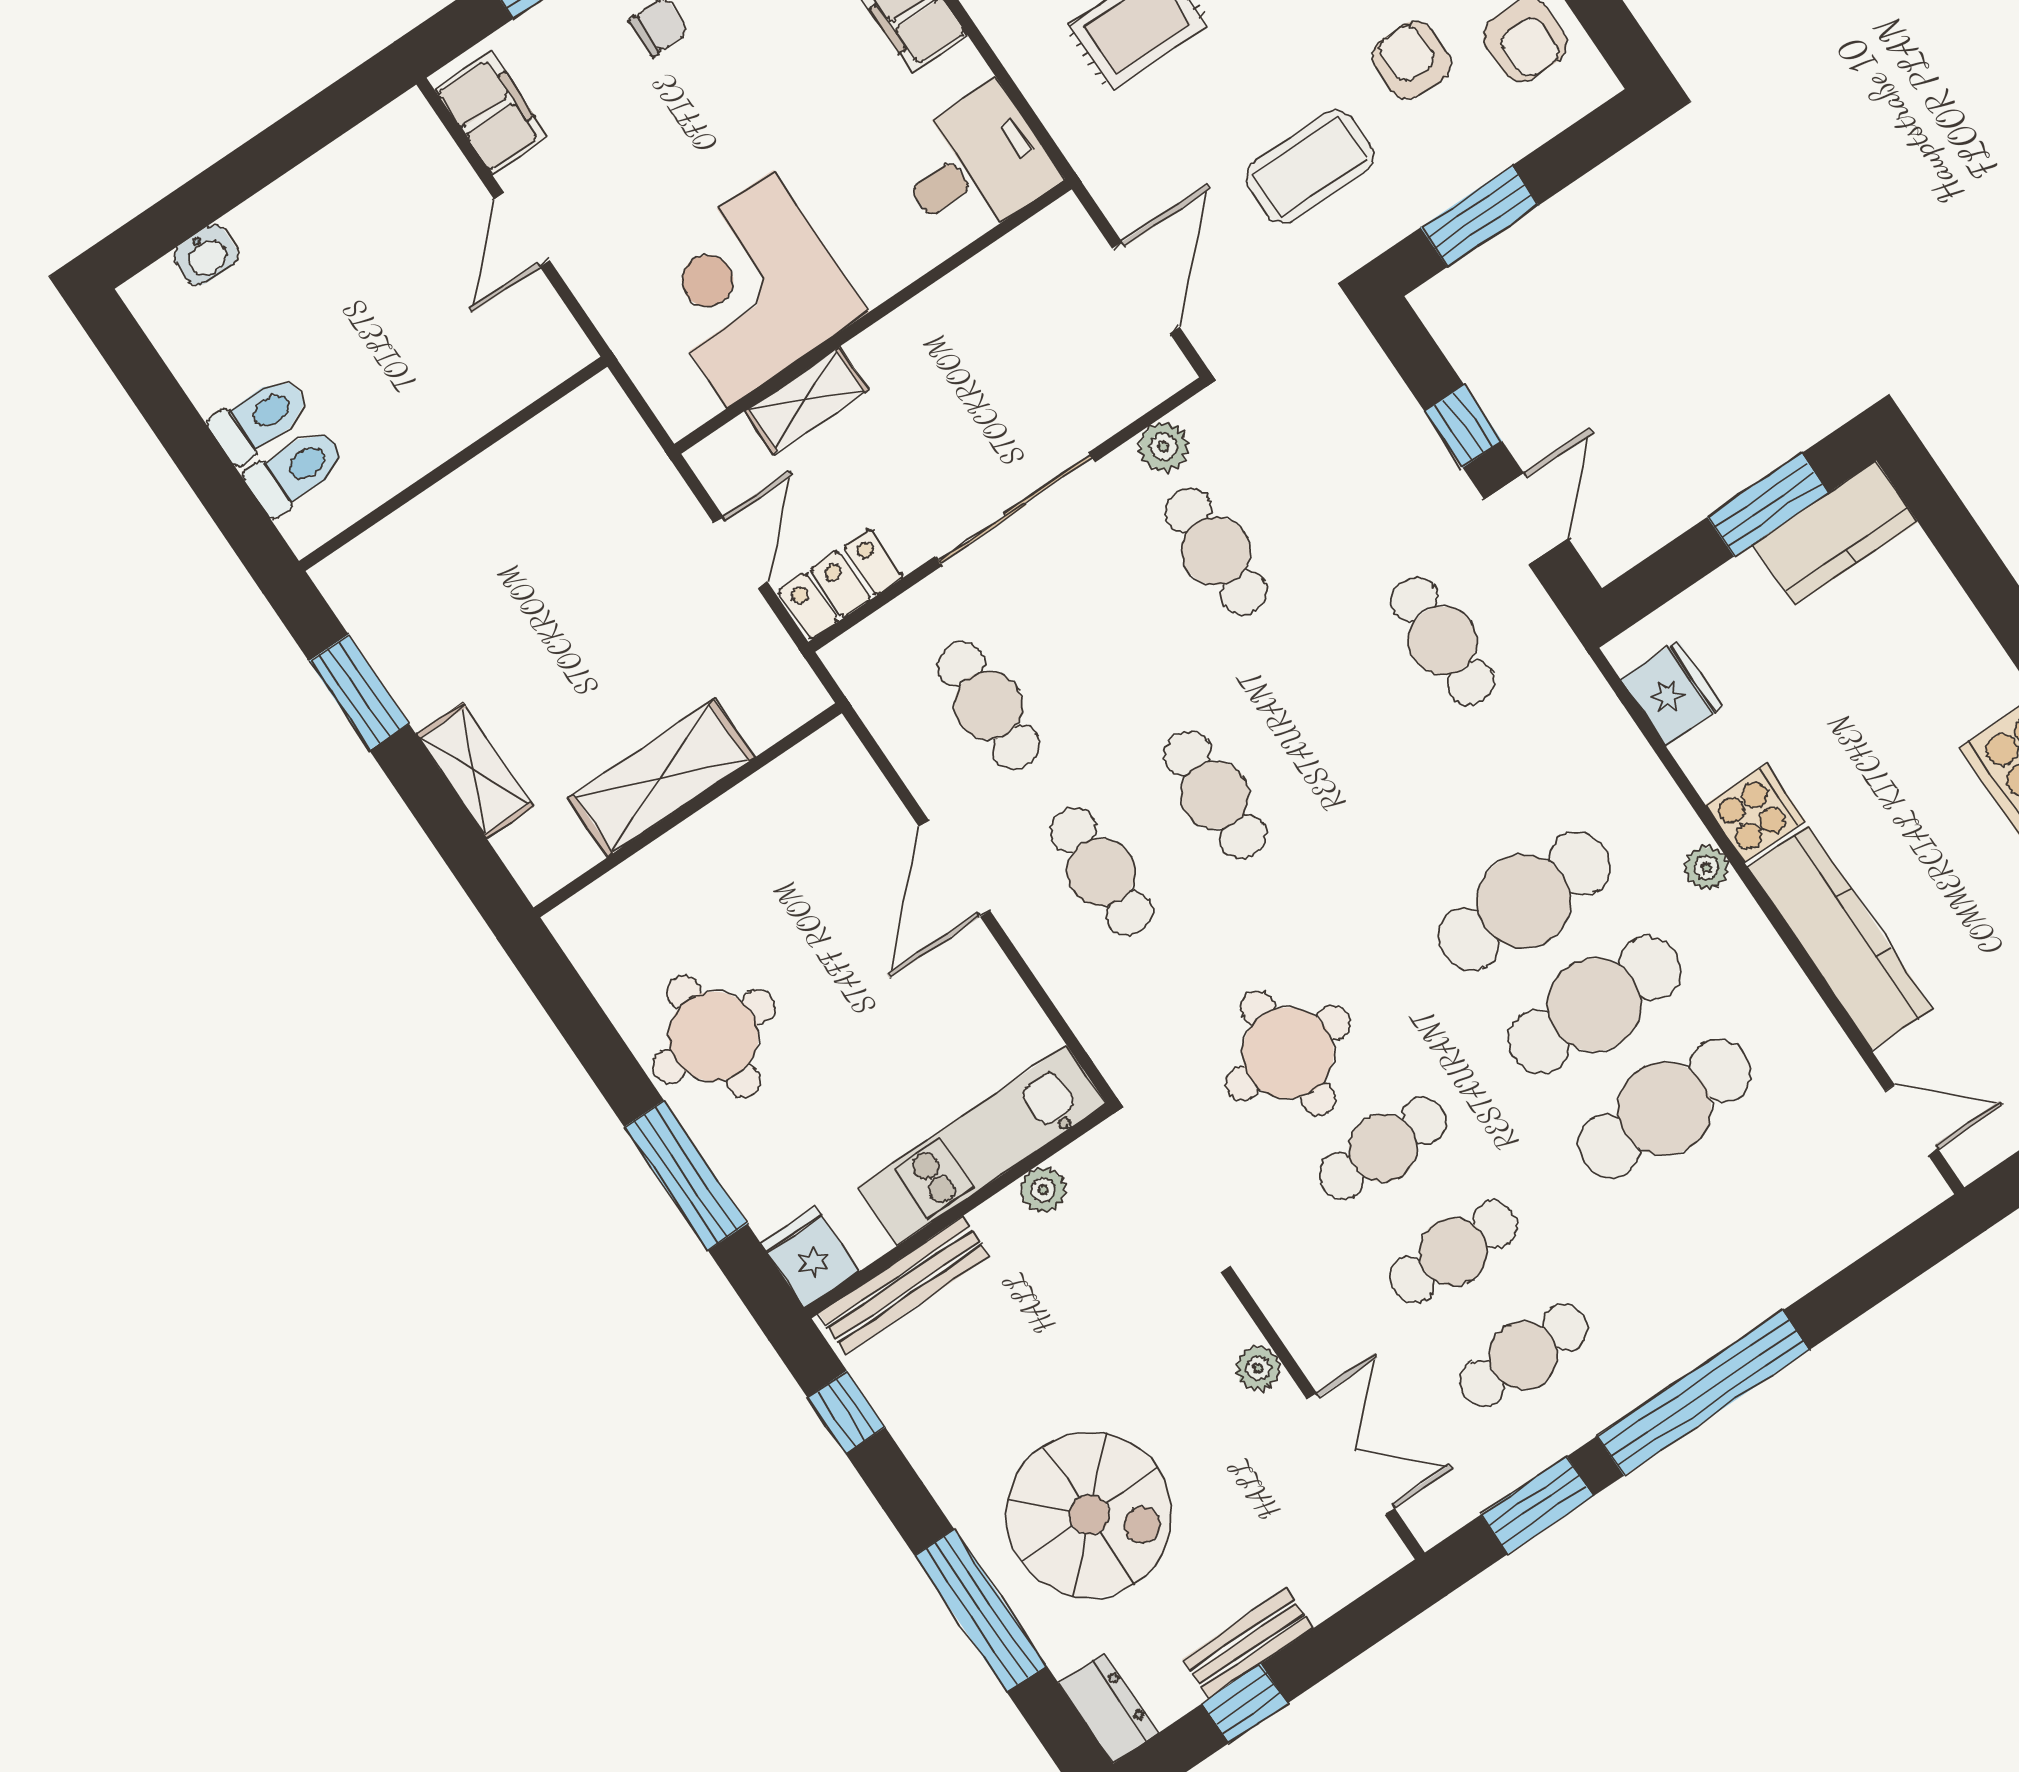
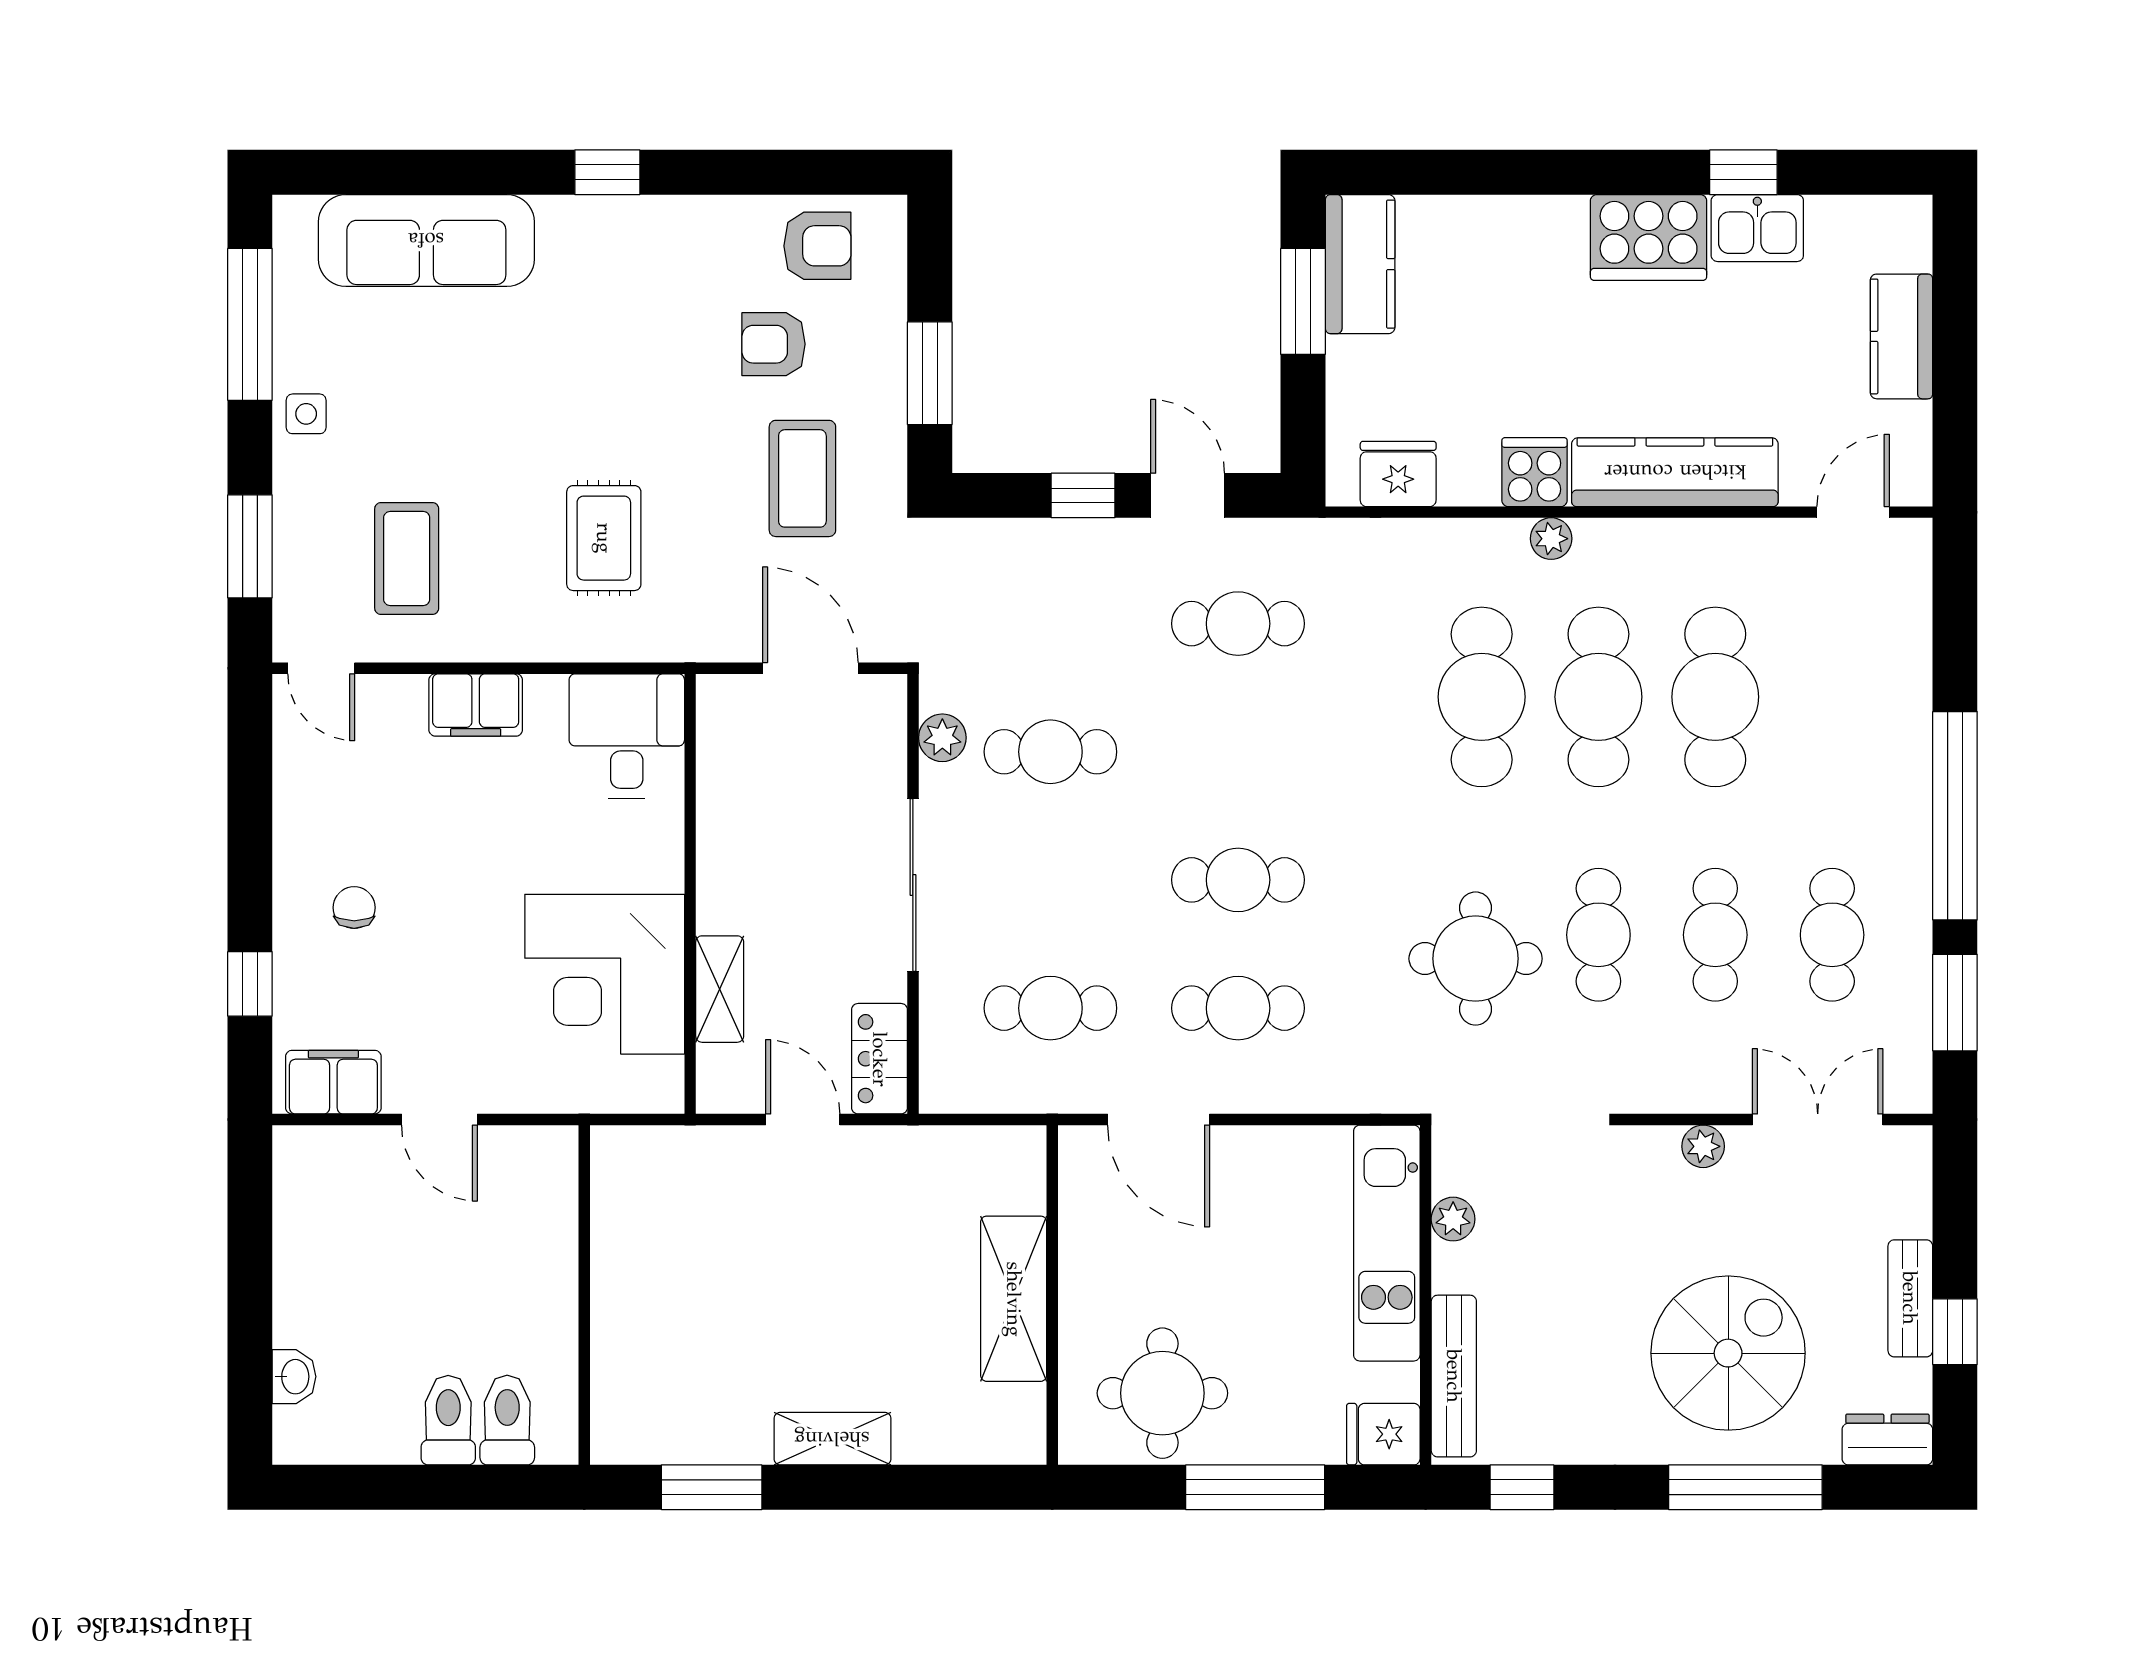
shelving: (661, 778) -> (1014, 1299), moved
wall: (688, 810) -> (1052, 1295), moved

